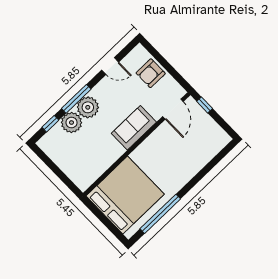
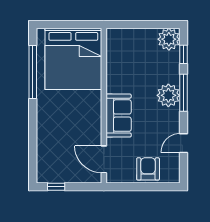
window: (205, 105) -> (56, 187), moved
plant: (72, 123) -> (169, 39), moved

